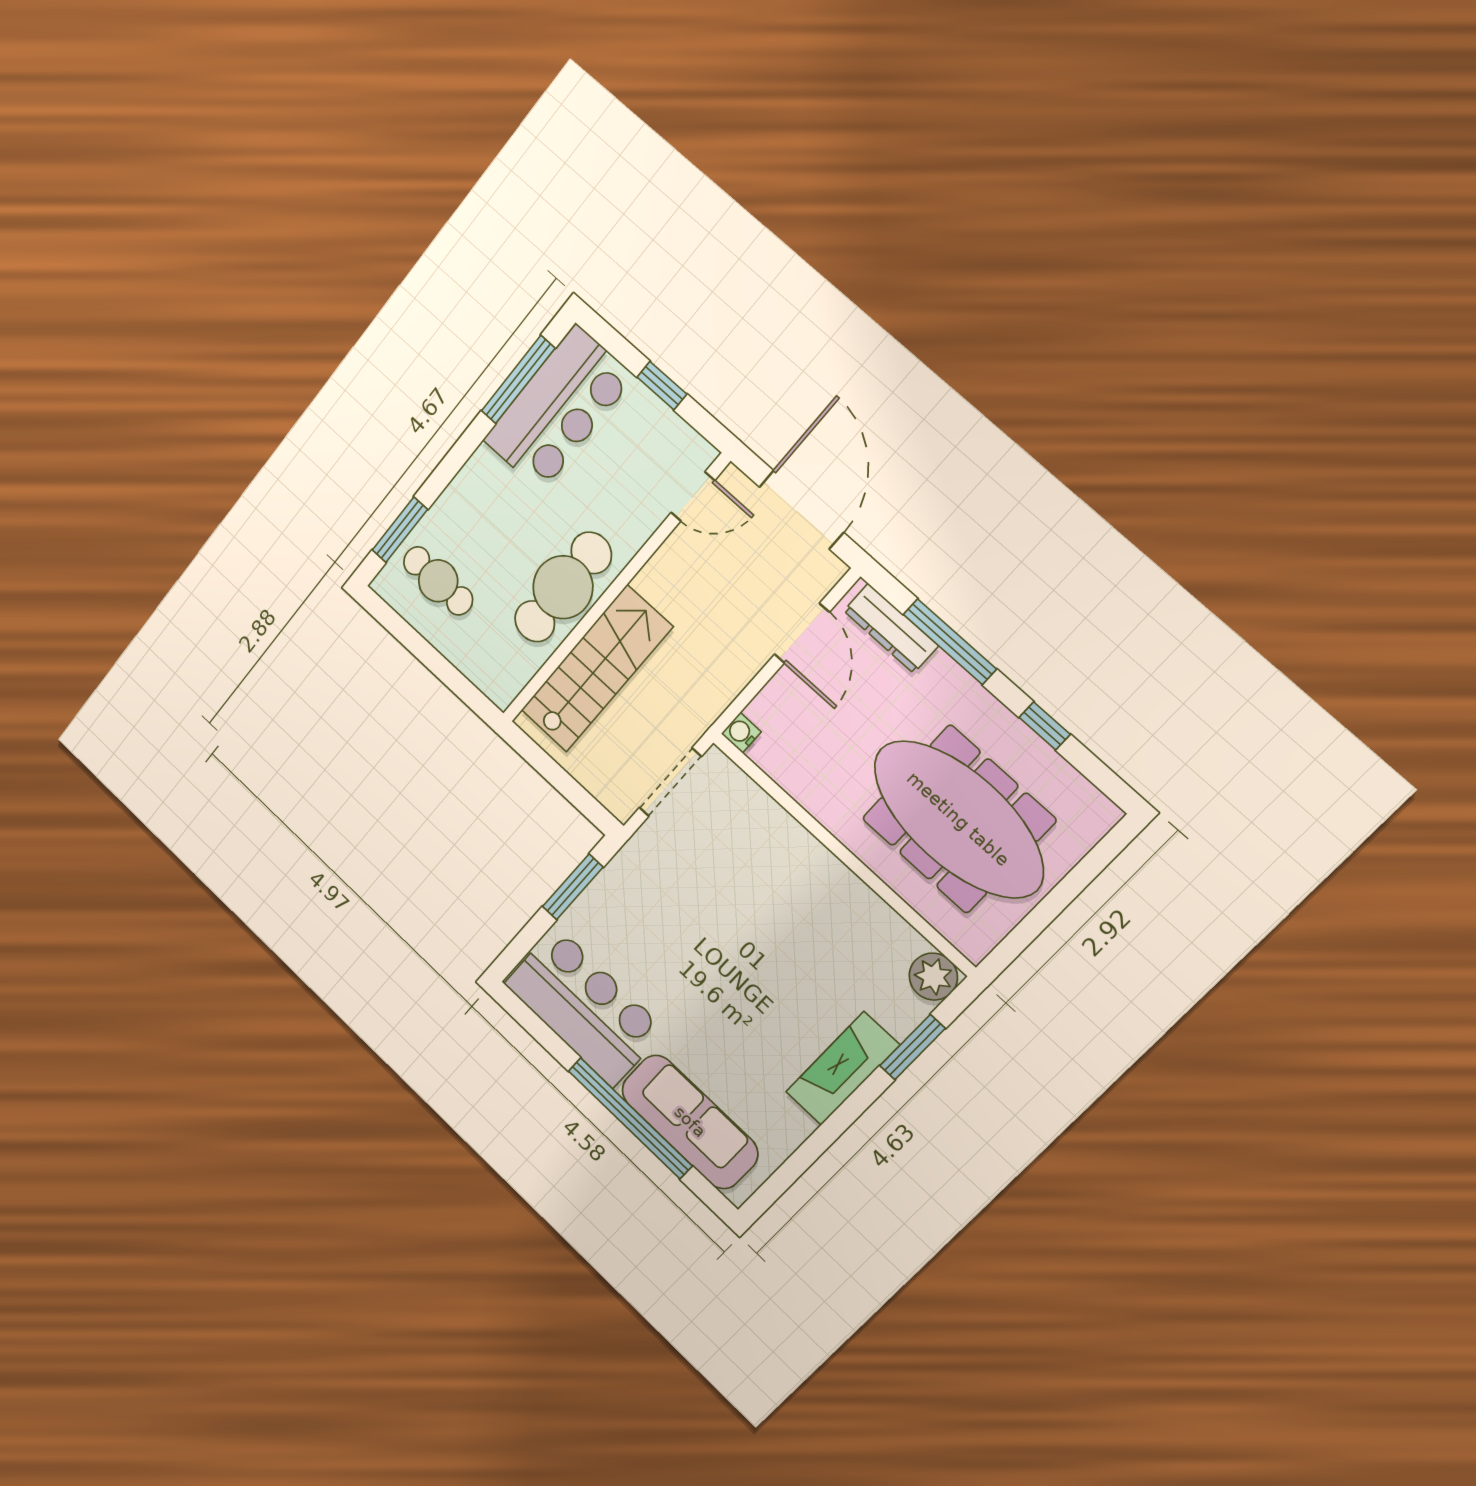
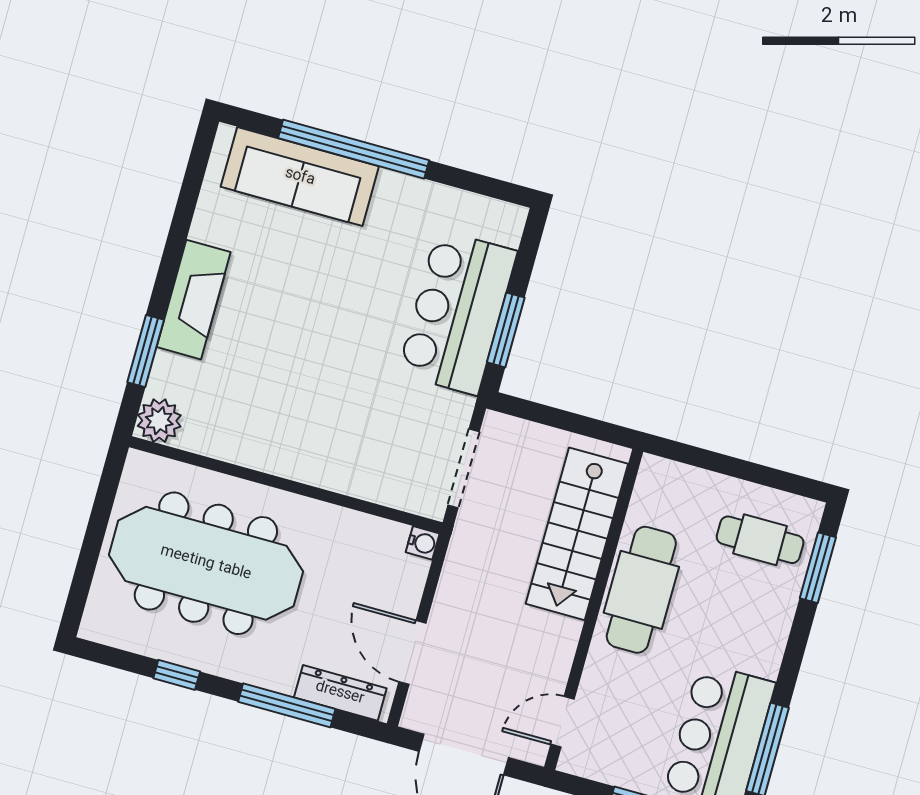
bar counter: (584, 1007) -> (457, 312), moved, turned 90

